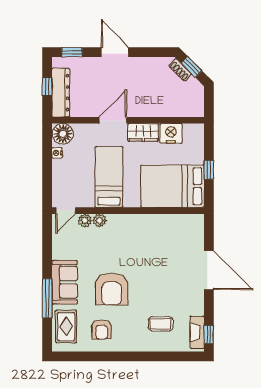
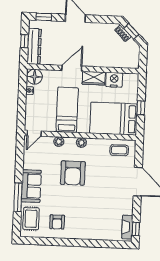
plant: (85, 221) -> (81, 143), moved
armchair: (112, 289) -> (73, 173), moved
coffee table: (161, 324) -> (119, 150), moved

